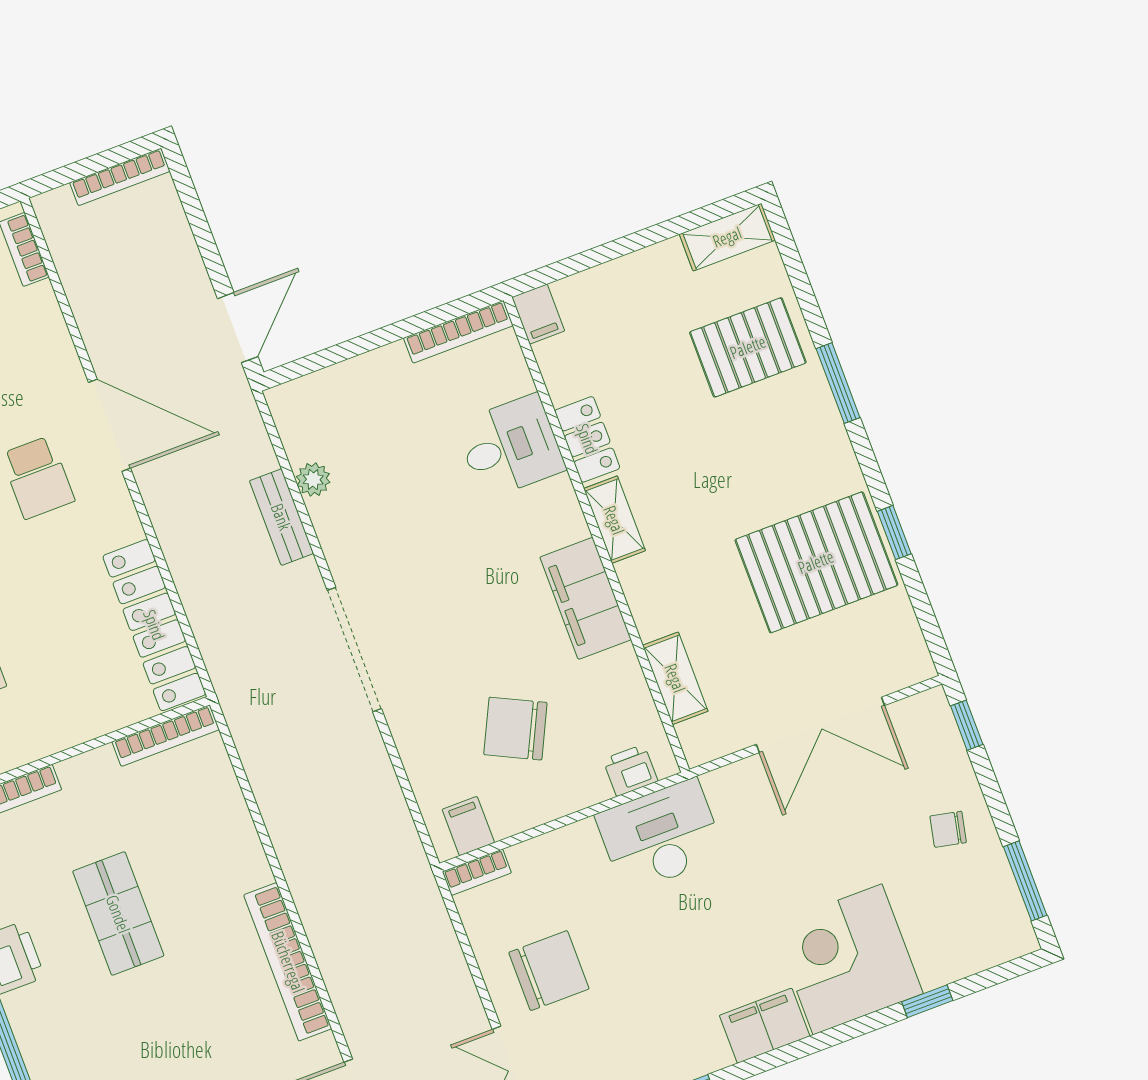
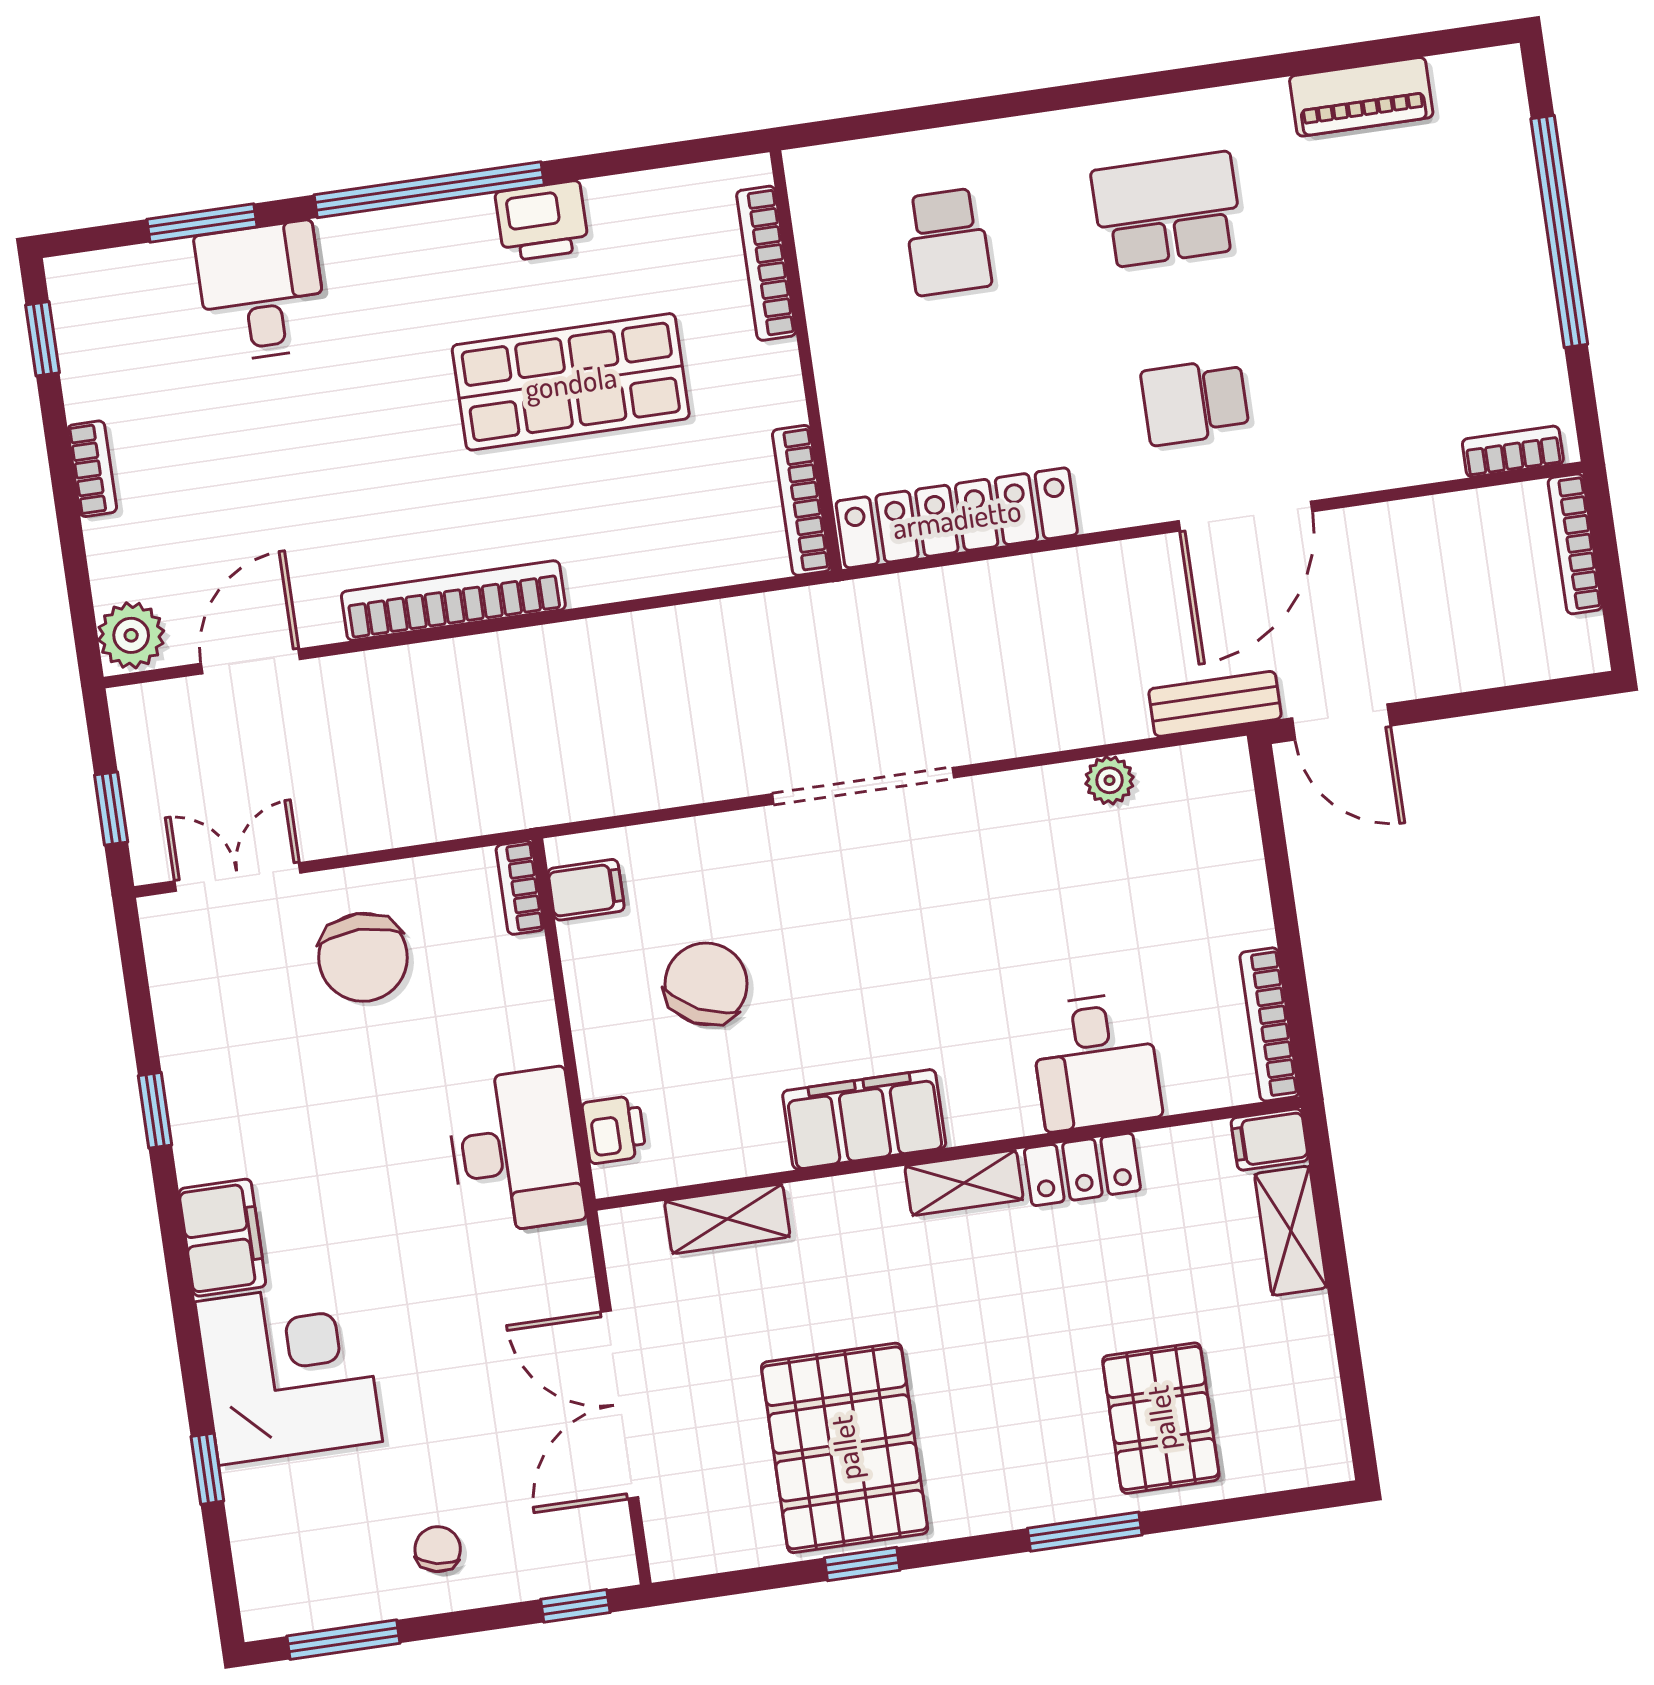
bookcase: (120, 177) -> (1575, 544), moved
shelving: (727, 237) -> (1291, 1231), moved
bench: (281, 517) -> (1215, 704), moved
shop shelf: (118, 914) -> (571, 382), width x1.43, depth x1.36

